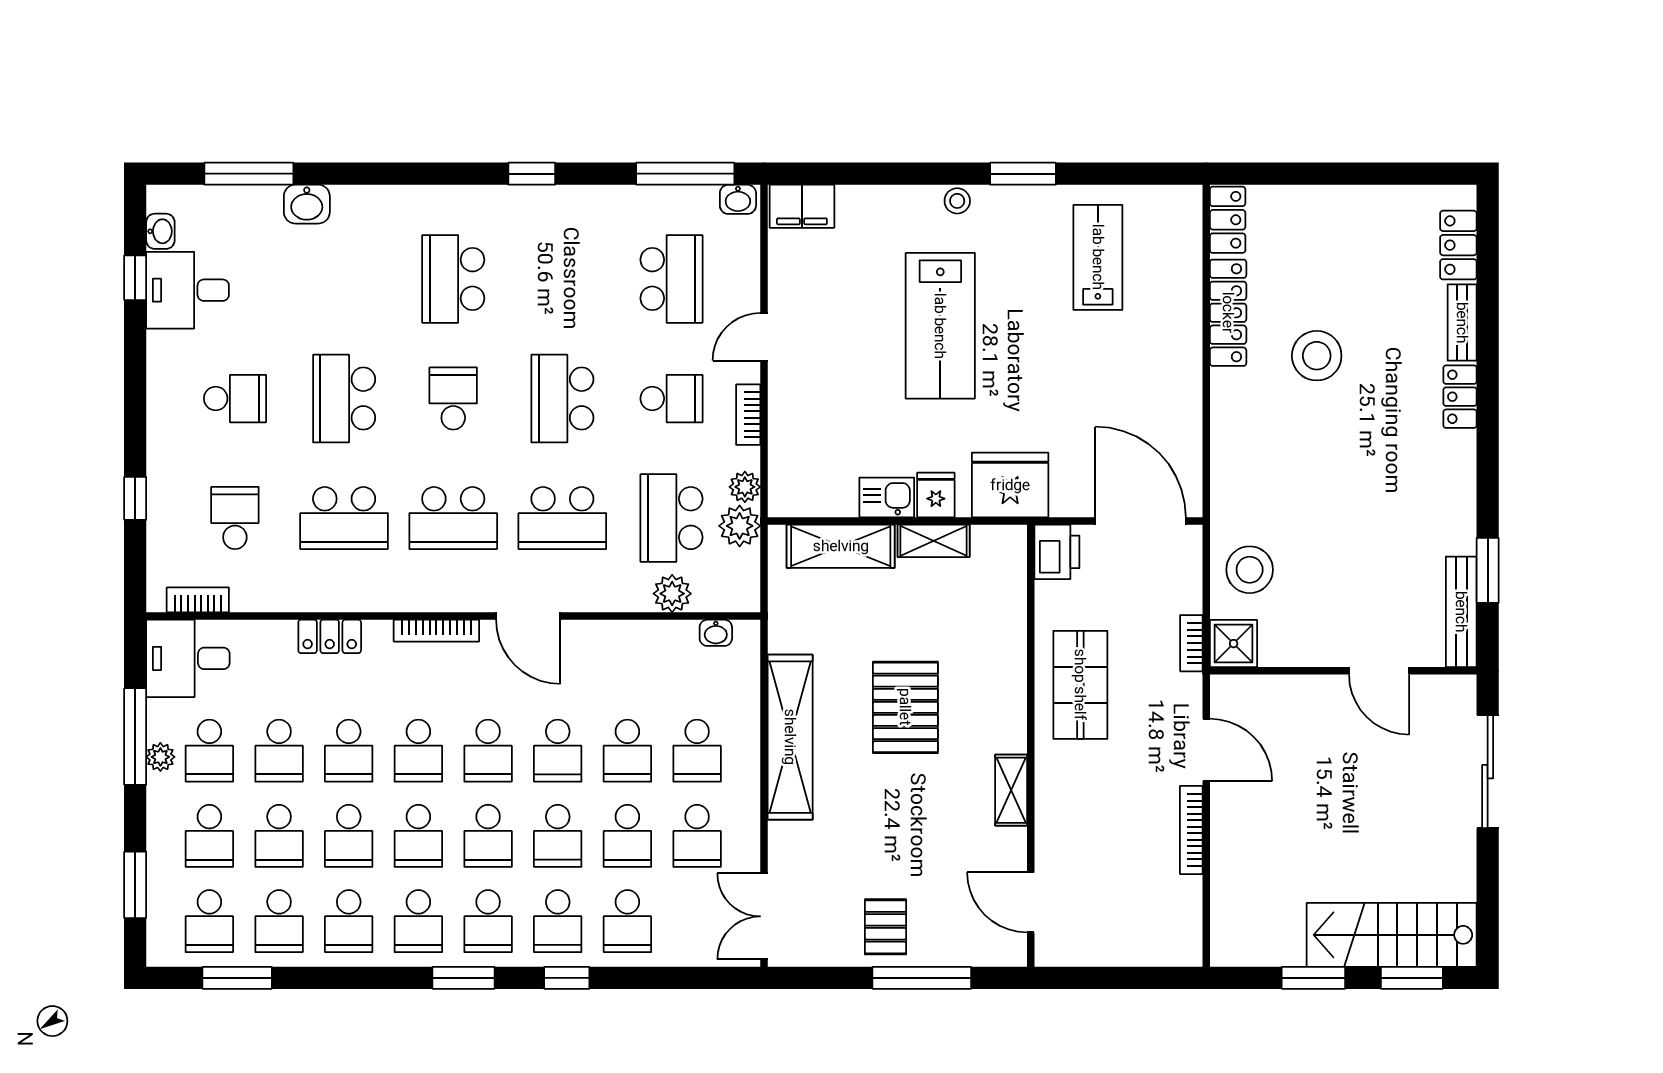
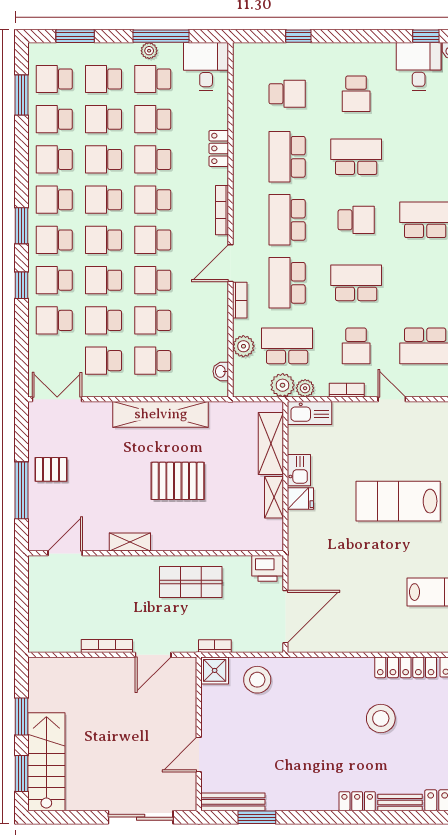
kitchen sink: (788, 479) -> (310, 413), added
fridge: (1010, 485) -> (306, 541), removed
bookcase: (198, 600) -> (240, 300), moved

